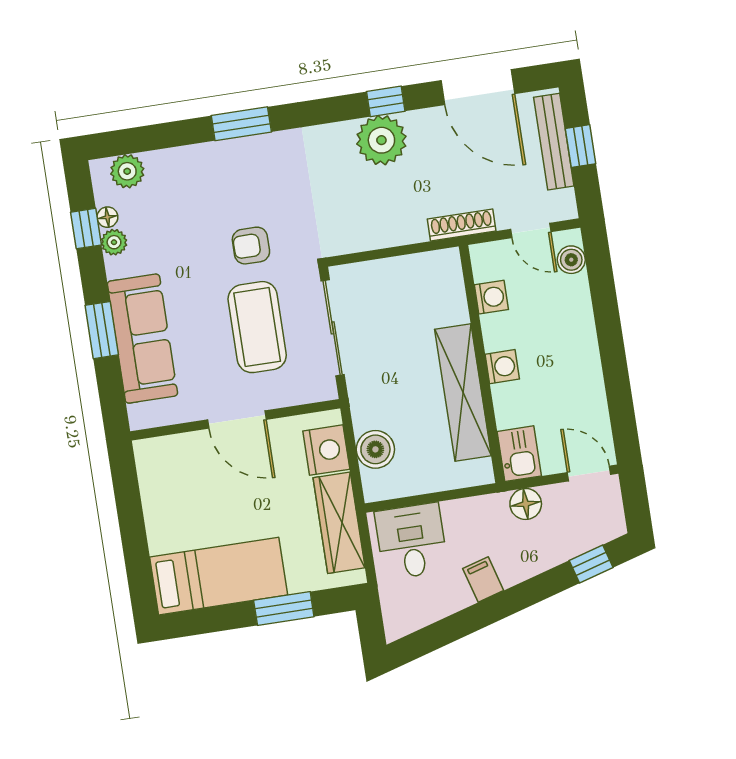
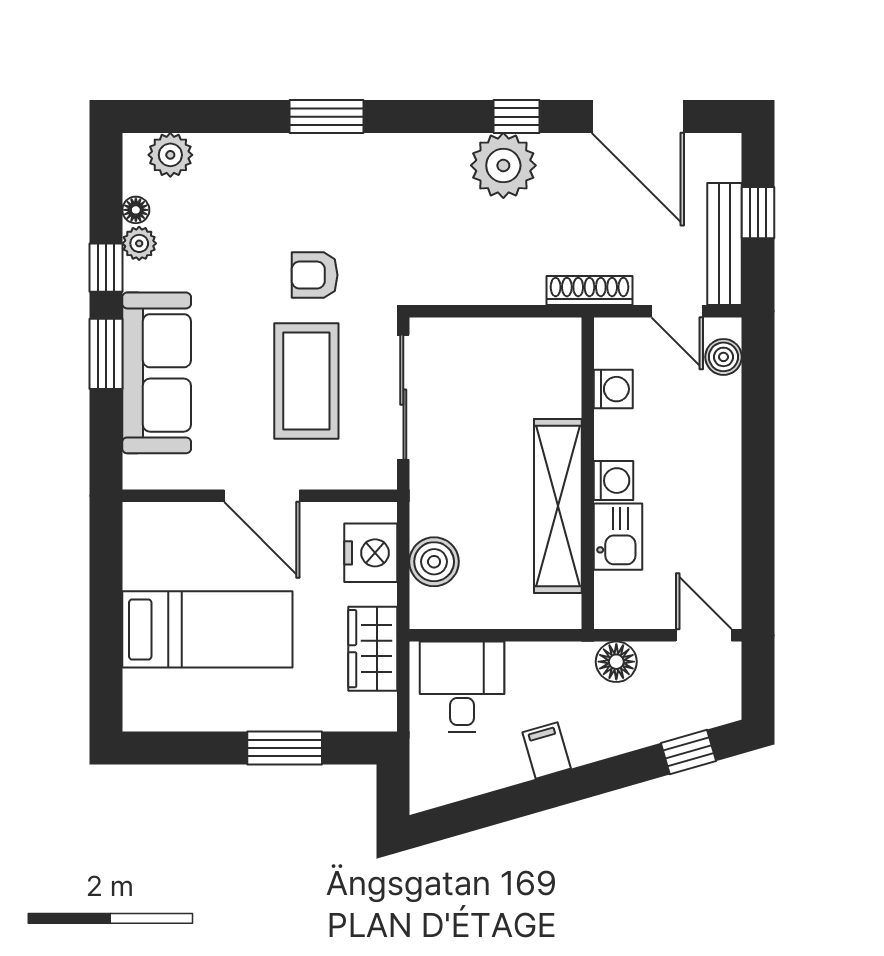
bench: (554, 142) -> (724, 244), moved
window: (86, 229) -> (106, 268), moved
kitchen sink: (519, 454) -> (618, 537), moved
wardrobe: (339, 523) -> (373, 649), width x0.67
bed: (219, 576) -> (207, 629), moved

